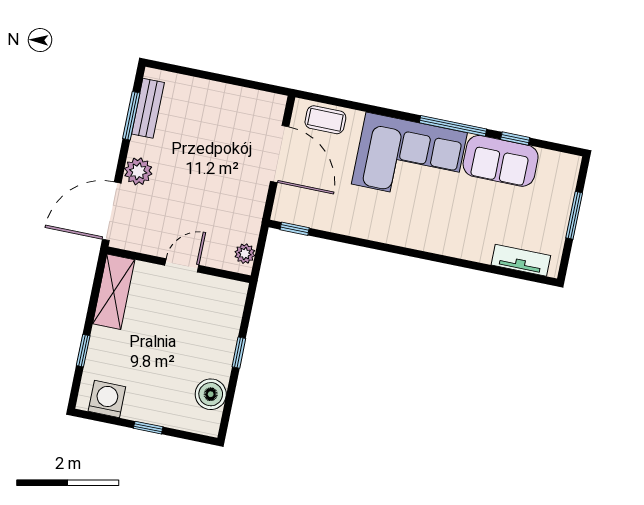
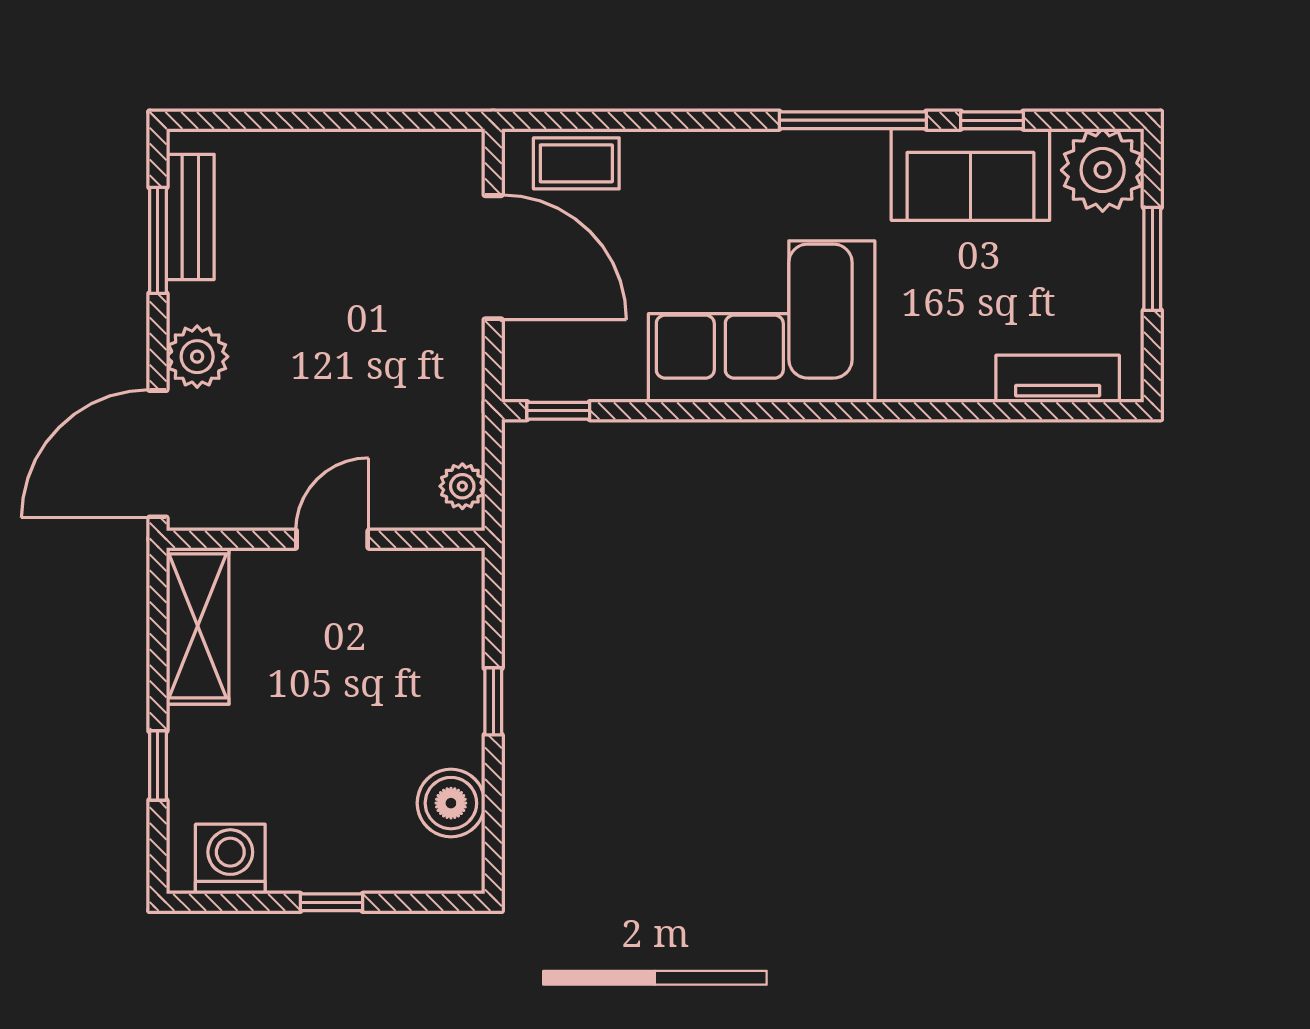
corner sofa: (409, 158) -> (762, 322), moved, turned 180
plant: (560, 171) -> (1103, 170), added

